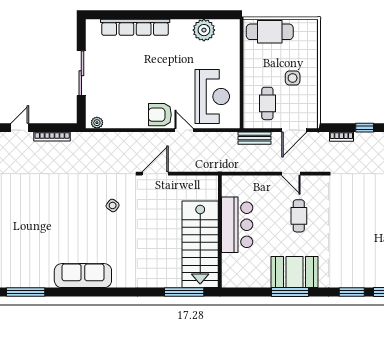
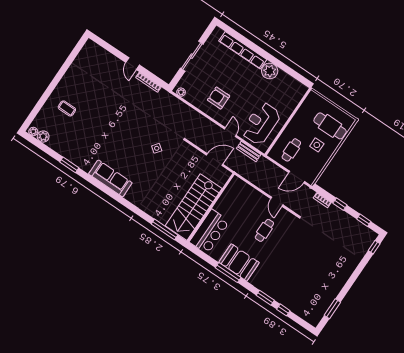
plant: (204, 30) -> (270, 71), moved
cafe table: (270, 32) -> (330, 126), moved
reception desk: (212, 97) -> (261, 123), turned 180
armchair: (160, 115) -> (219, 98), moved
door: (20, 128) -> (133, 64), swing flipped
bench: (255, 138) -> (249, 152), moved
door: (155, 174) -> (215, 160), moved
bar counter: (237, 225) -> (210, 232), moved
window: (26, 292) -> (69, 165), width x0.69

